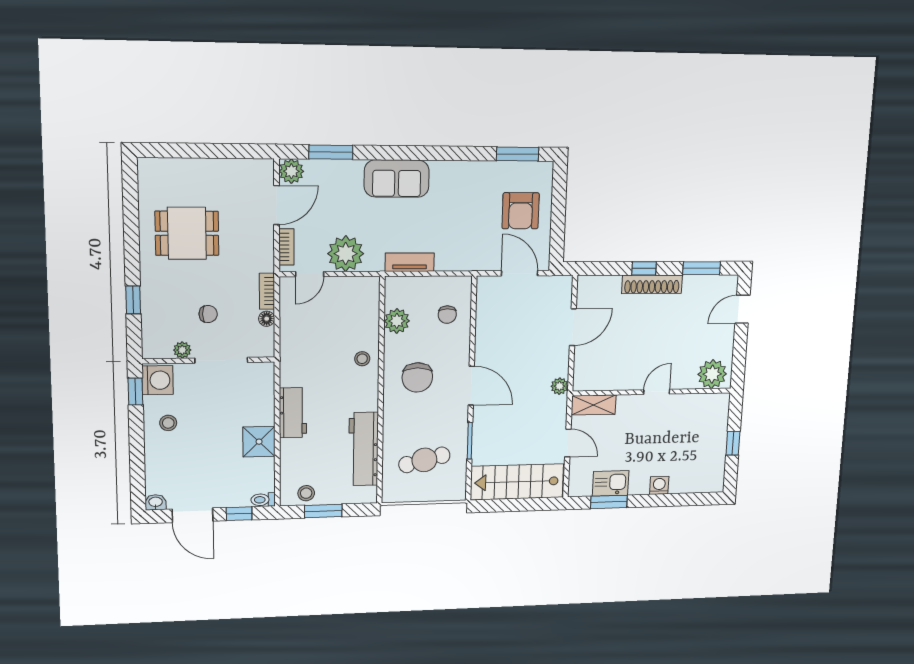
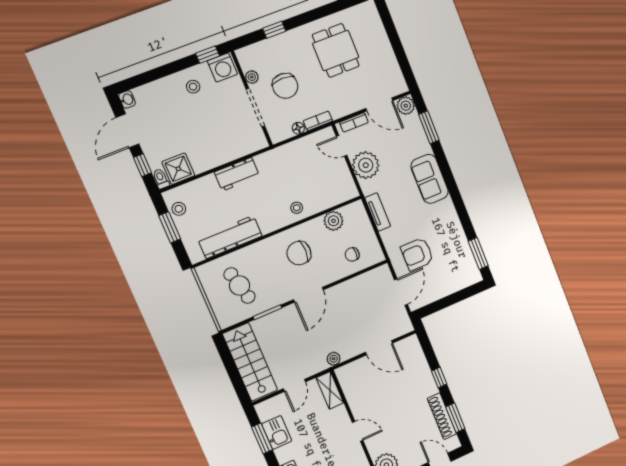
armchair: (521, 211) -> (417, 254), moved
shoe rack: (652, 284) -> (442, 416), moved
chair: (208, 314) -> (285, 86), width x1.87, depth x1.87
shower: (259, 442) -> (178, 169), moved

